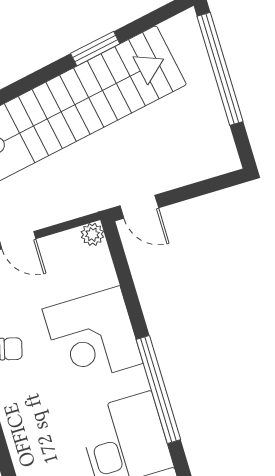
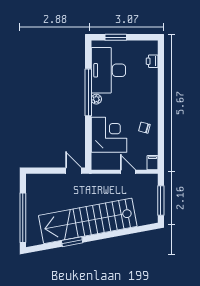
plant: (92, 234) -> (96, 99), moved
corner desk: (93, 336) -> (109, 135), moved

